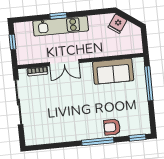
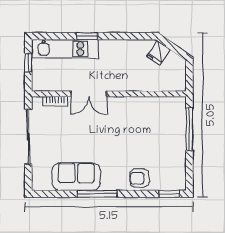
kitchen unit: (61, 26) -> (65, 49), moved
sofa: (113, 71) -> (76, 177), moved, turned 180
window: (98, 141) -> (97, 194), moved

